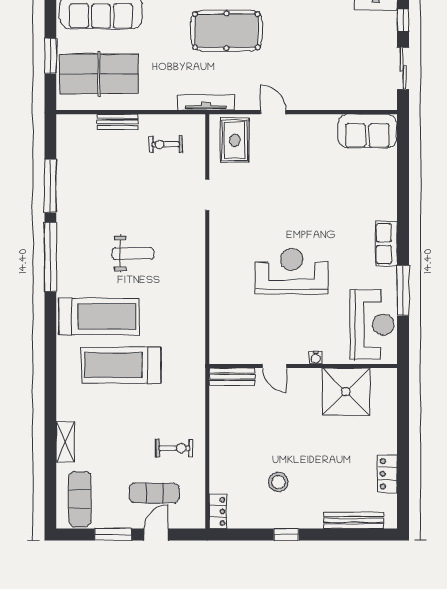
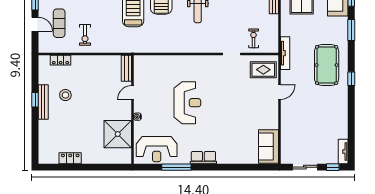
exercise bike: (166, 144) -> (254, 38), moved
locker: (218, 511) -> (61, 60), moved
bench: (354, 520) -> (43, 102), moved

